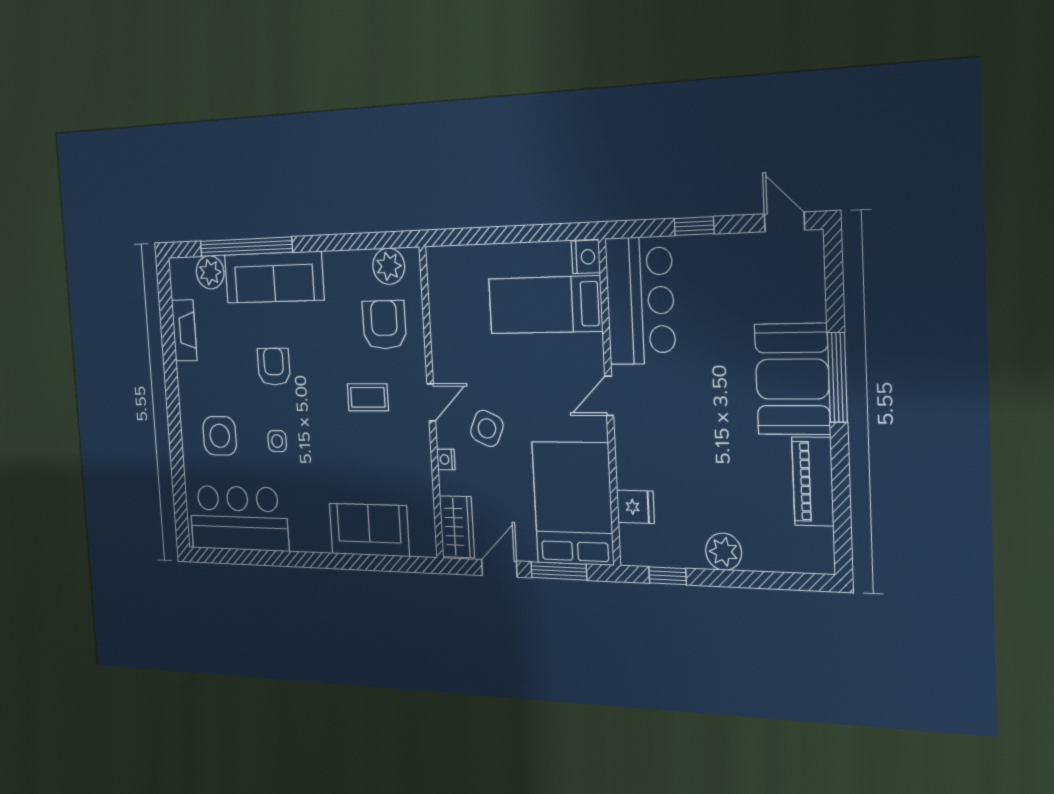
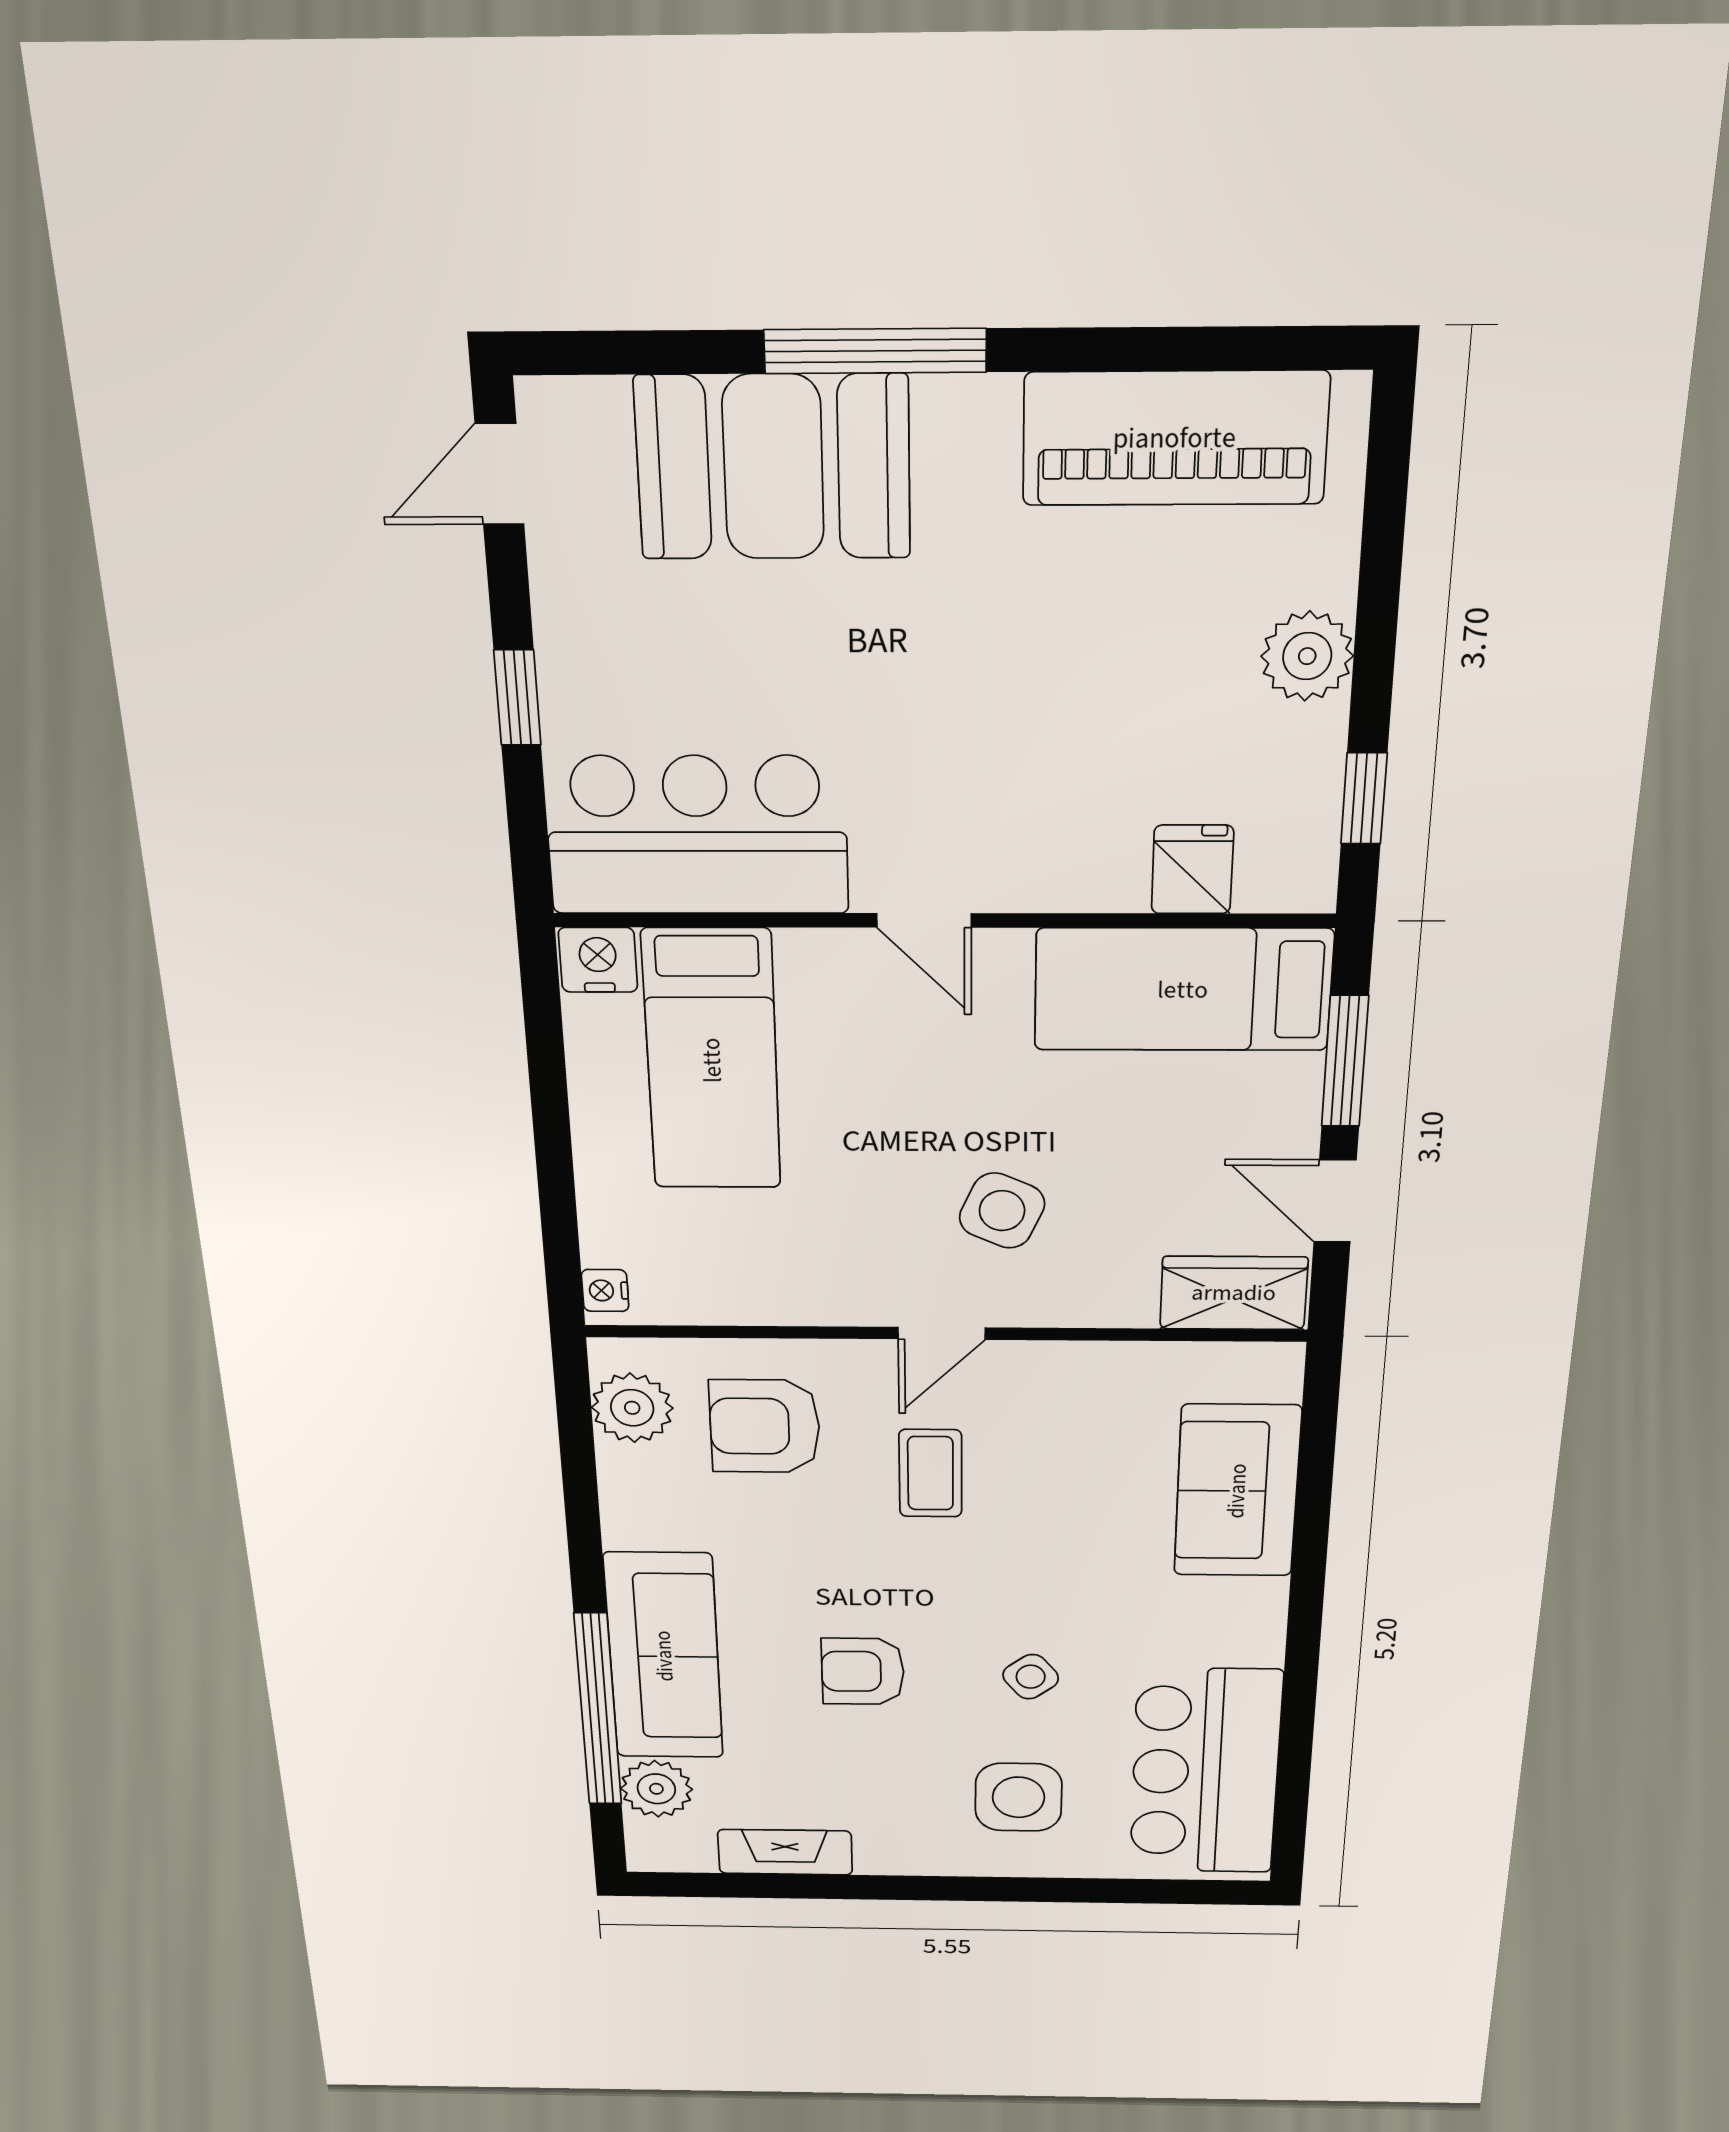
booth: (792, 379) -> (773, 467), moved
door: (431, 402) -> (942, 1333), swing flipped
side table: (277, 441) -> (1031, 1677), turned -38
nightstand: (446, 459) -> (605, 1290), moved, turned 90
piano: (813, 482) -> (1175, 438), width x1.37, depth x1.33
bed: (573, 503) -> (1183, 990), width x0.67

